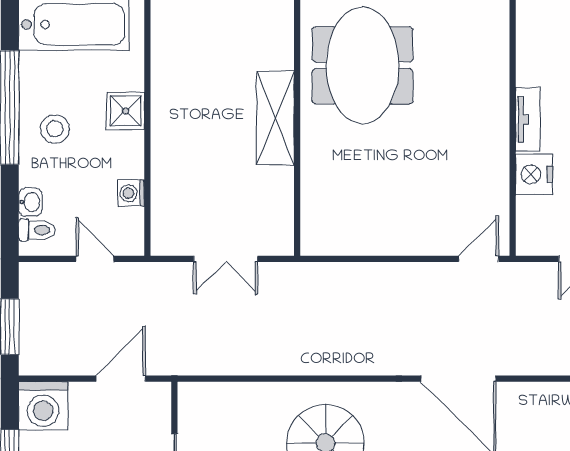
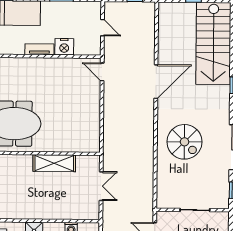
shelving: (275, 118) -> (54, 163), moved

